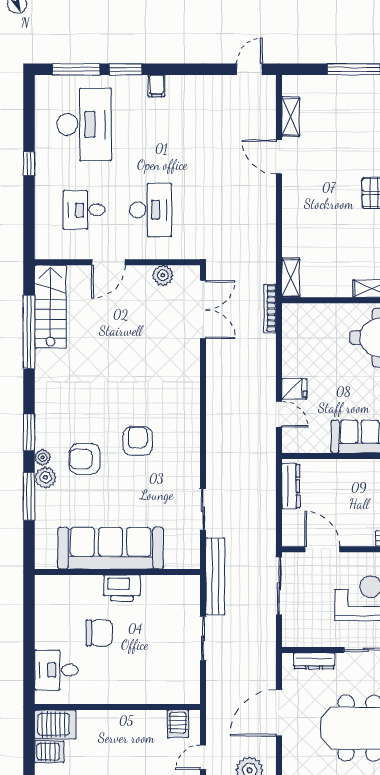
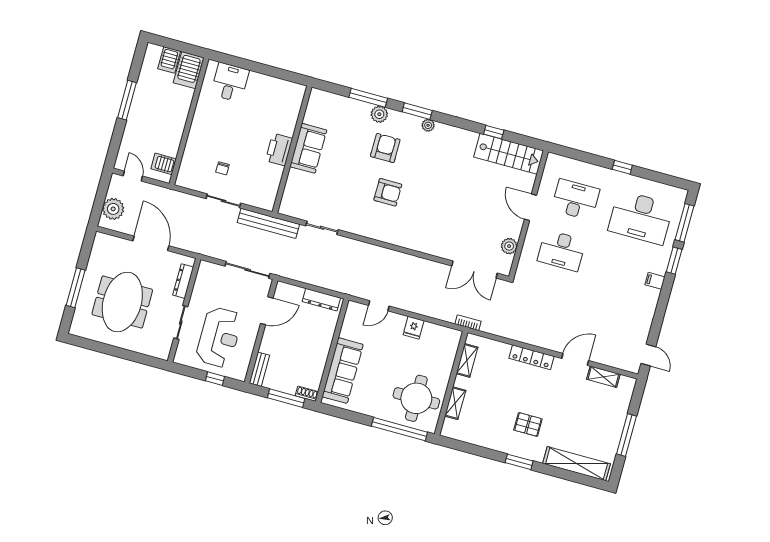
desk: (84, 210) -> (575, 200), width x1.37
locker: (291, 211) -> (531, 357), added
shelving: (291, 278) -> (467, 360), moved, turned 90
bookcase: (270, 309) -> (468, 323), width x0.64
window: (29, 332) -> (494, 132), width x0.32
fridge: (294, 389) -> (414, 328), moved
plant: (43, 457) -> (428, 125), moved
sofa: (111, 548) -> (308, 148), width x0.54, depth x0.79
chair: (99, 633) -> (222, 168), moved, width x0.54, depth x0.54

